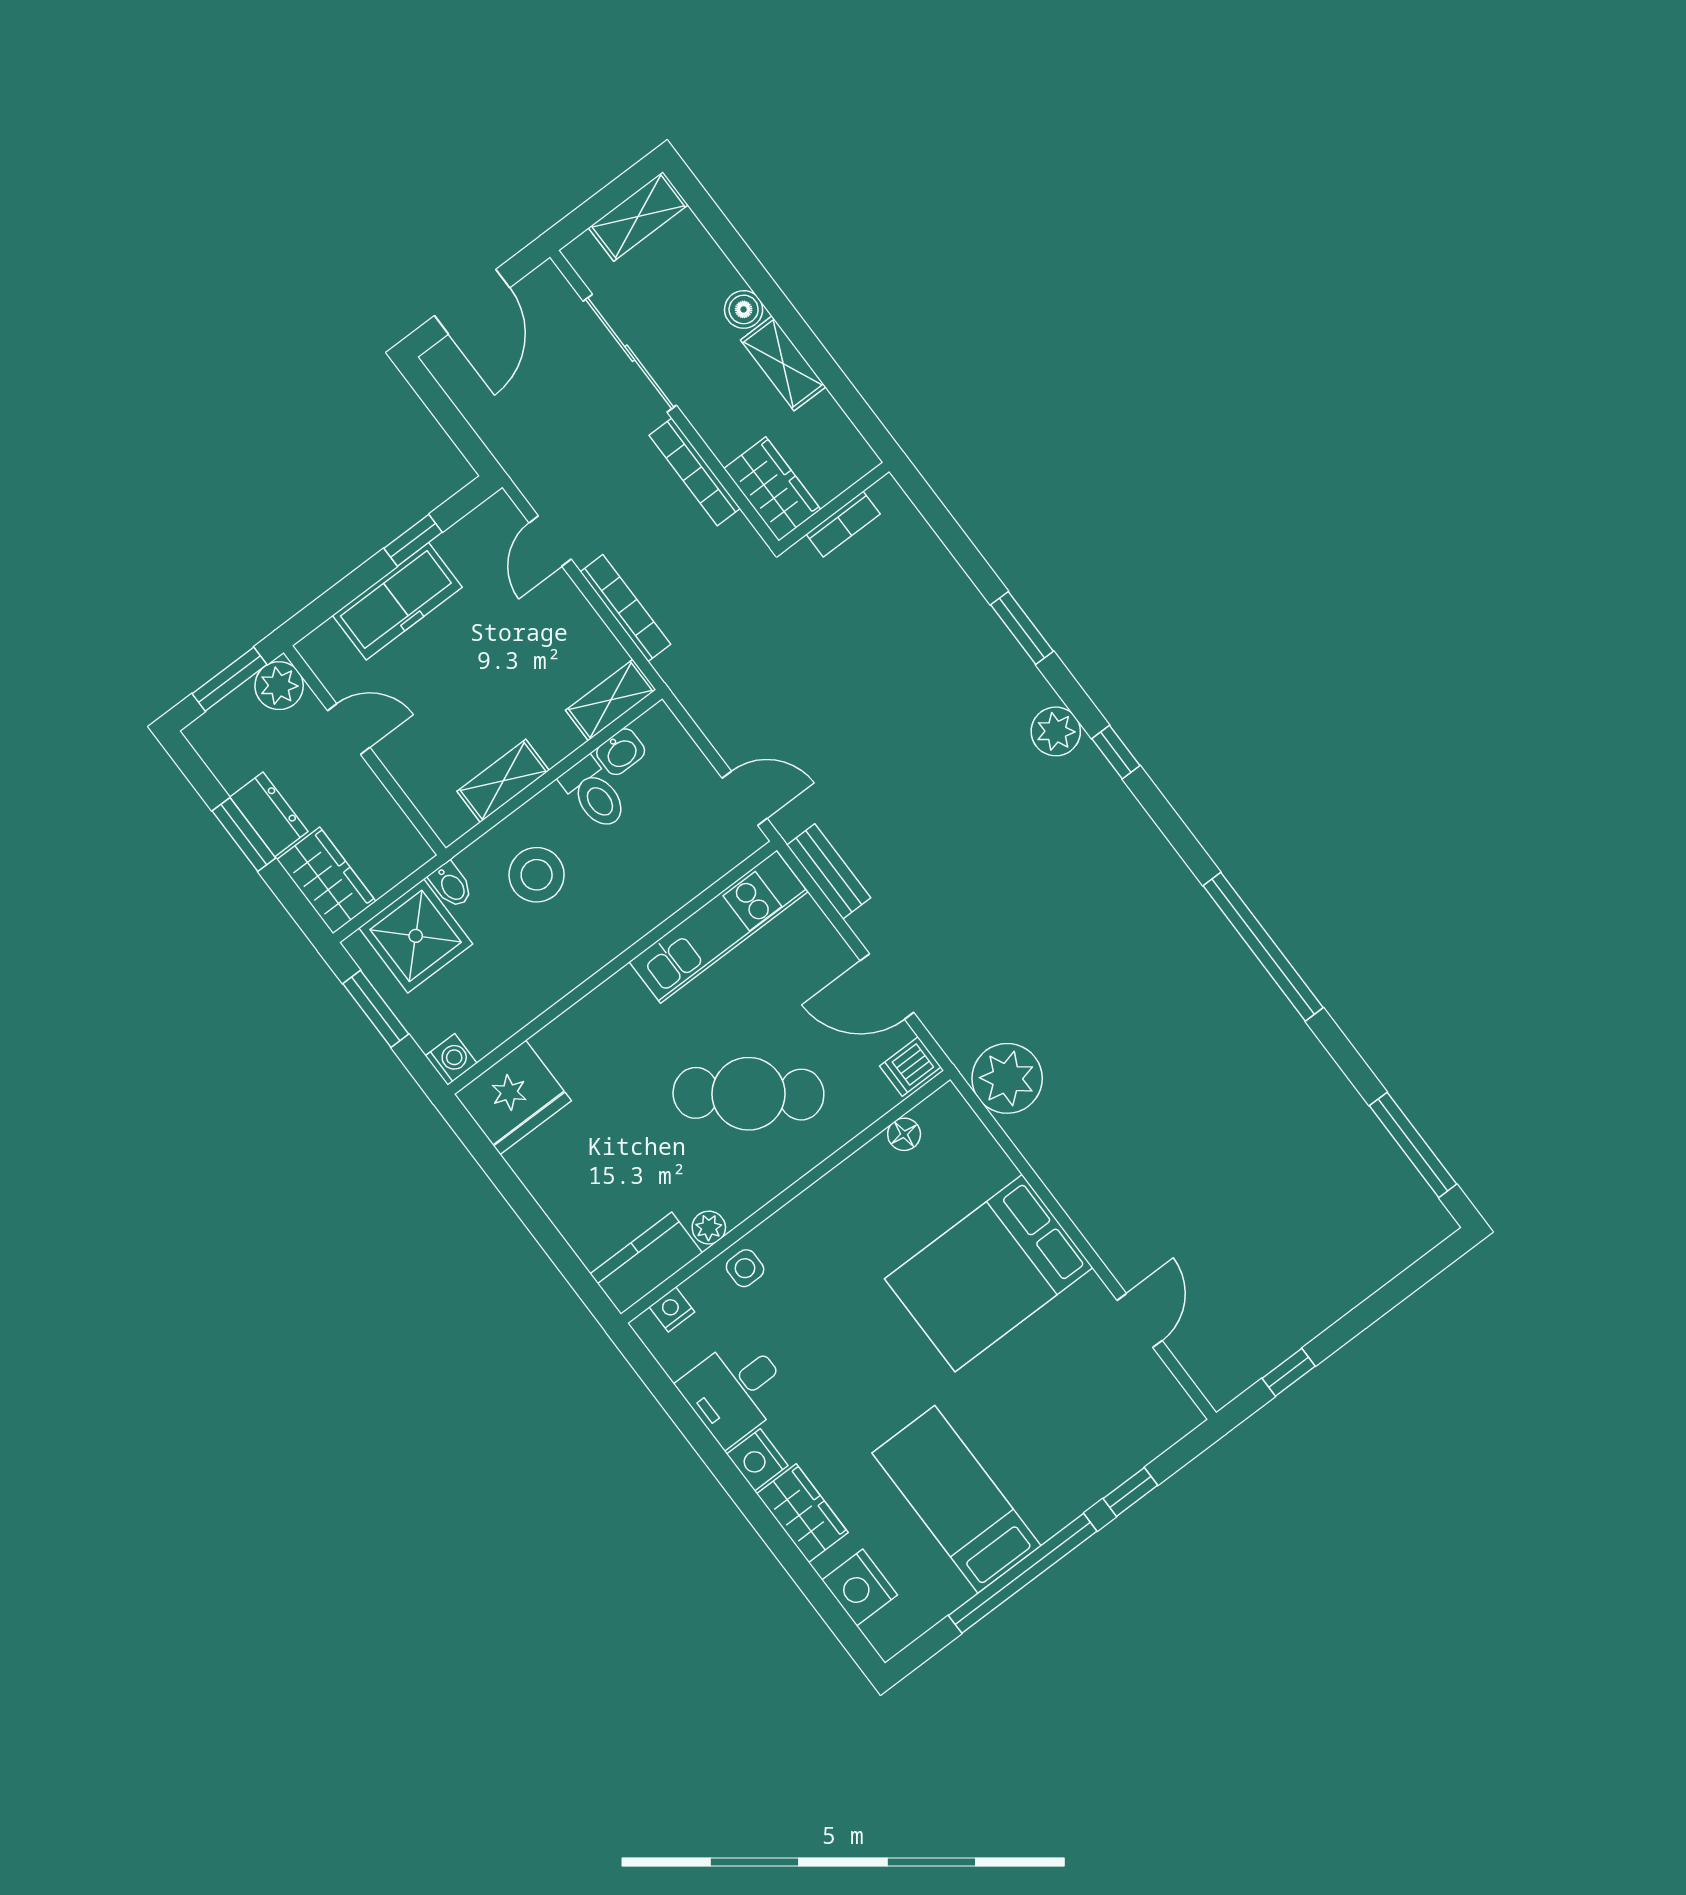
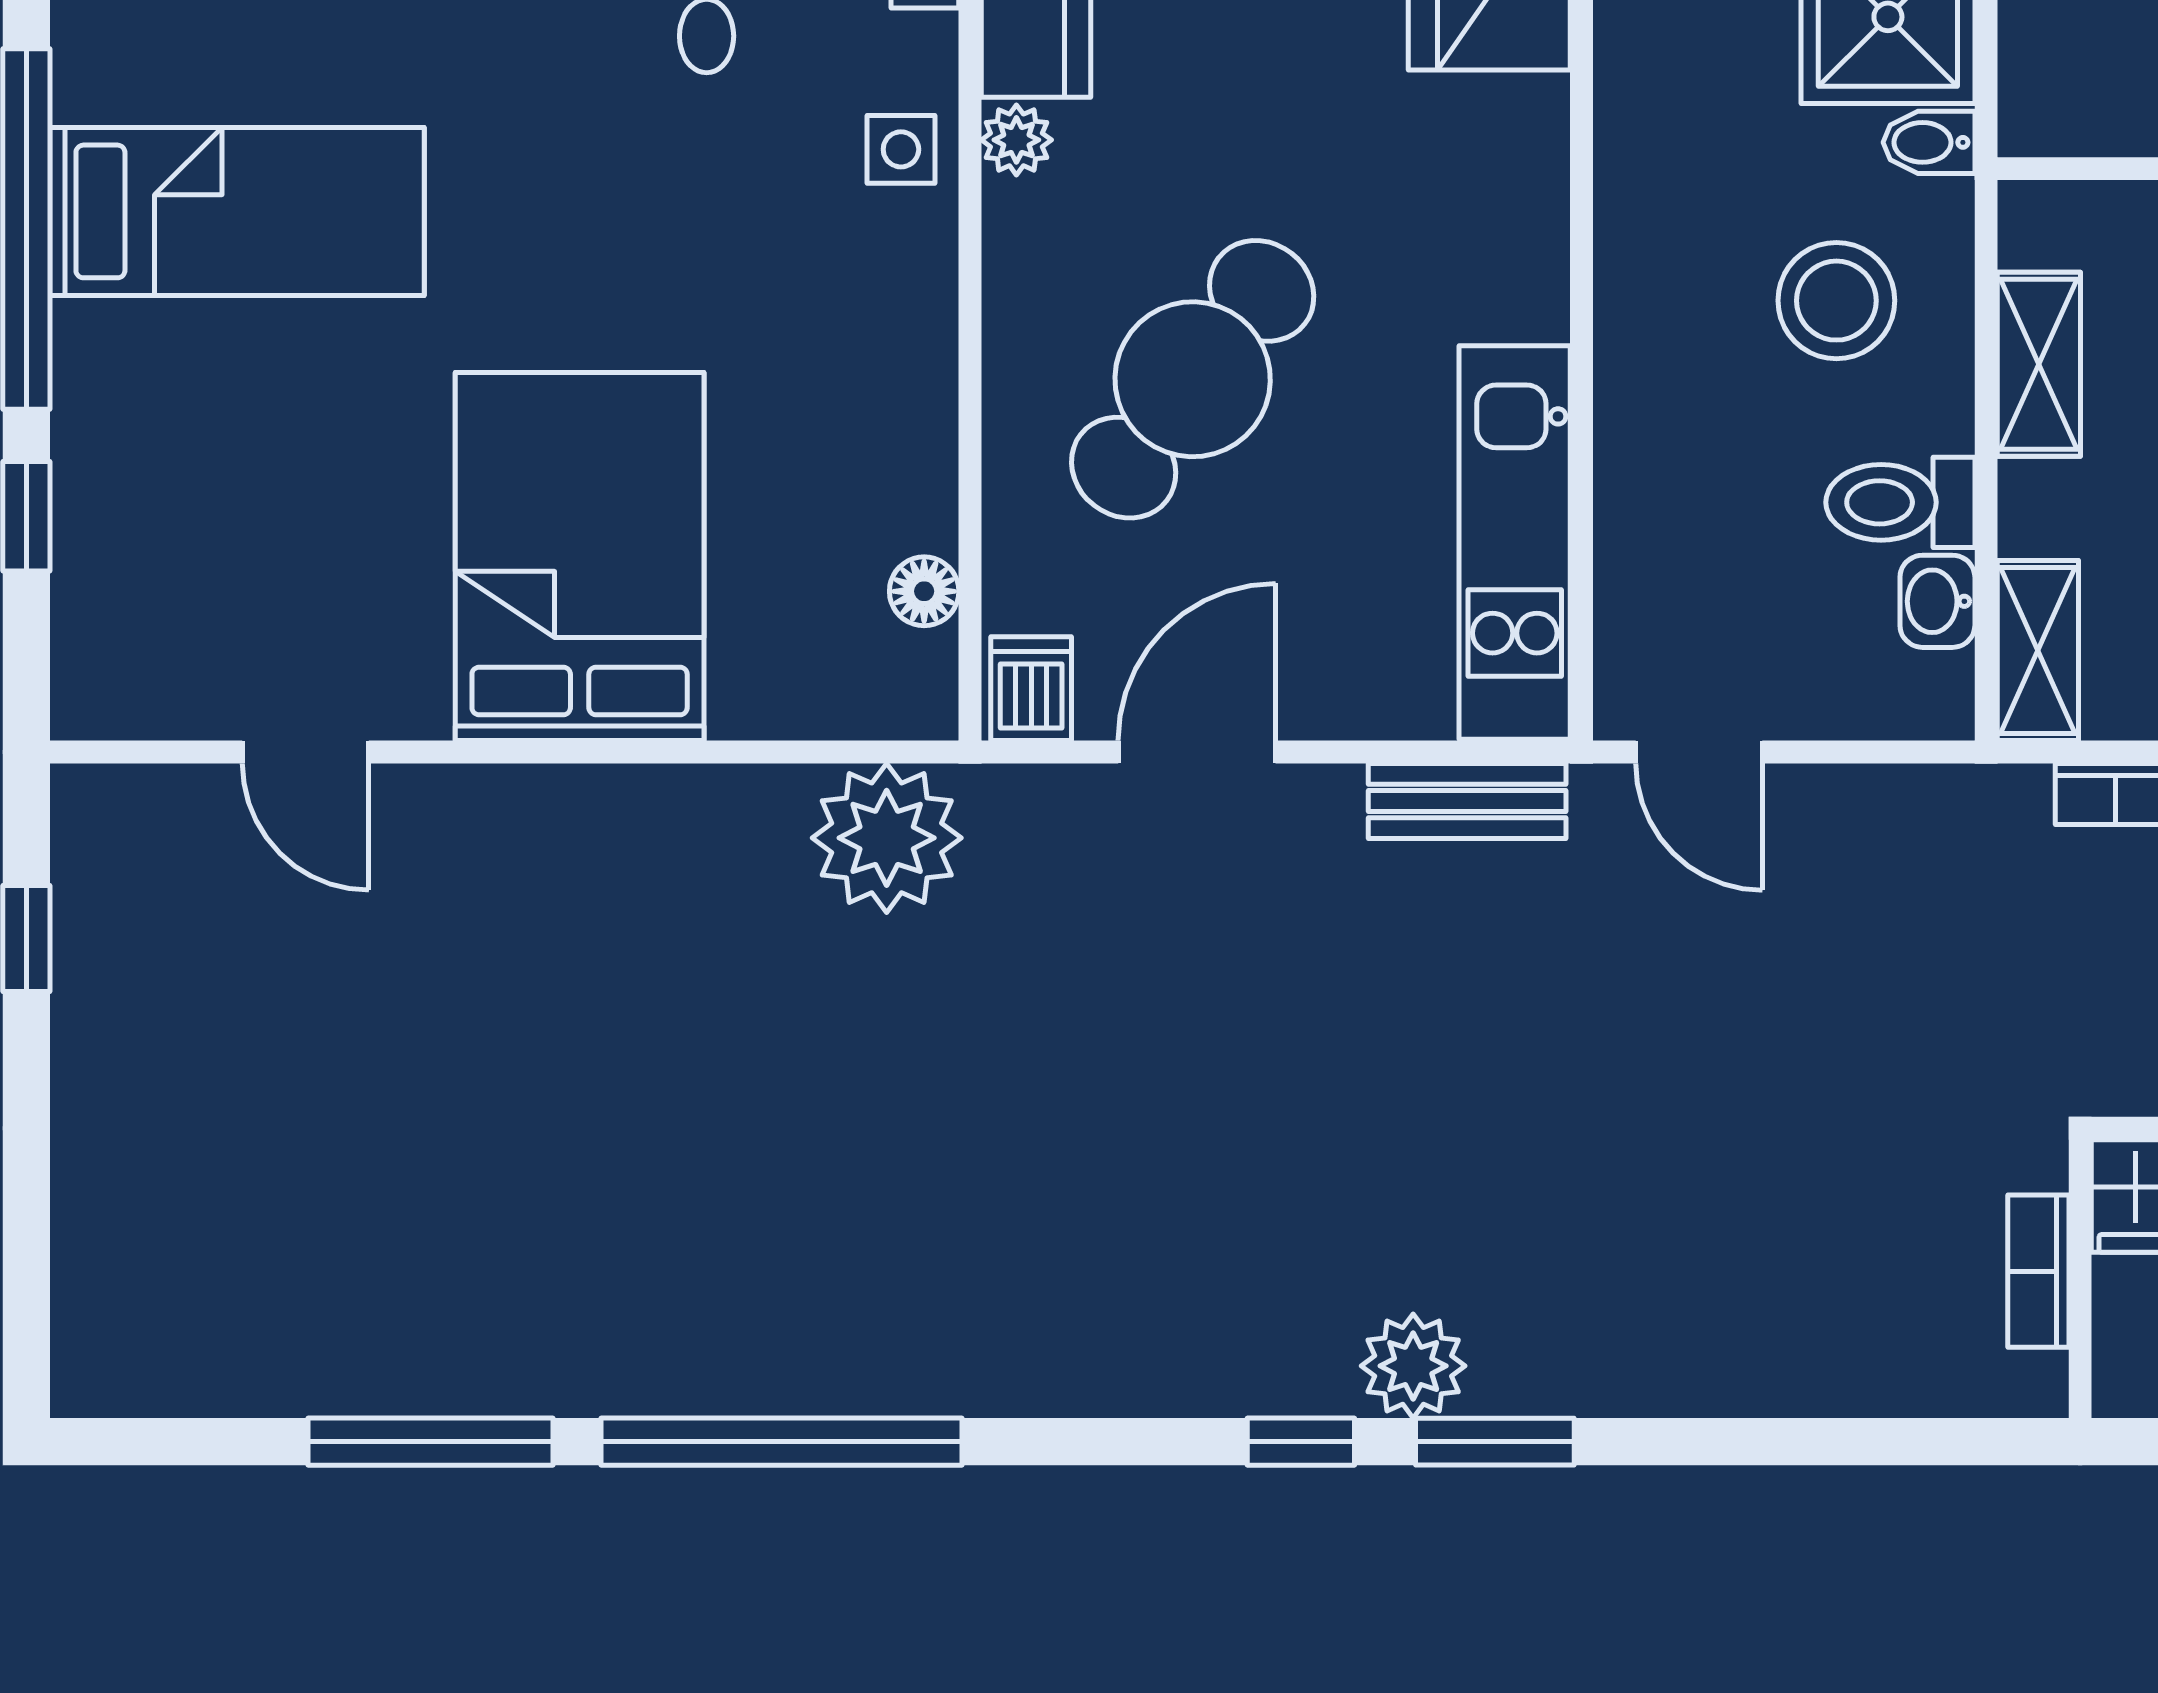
window: (1022, 628) -> (1495, 1442), moved
door: (745, 798) -> (1699, 752), hinge flipped
window: (1413, 1145) -> (431, 1442), moved

